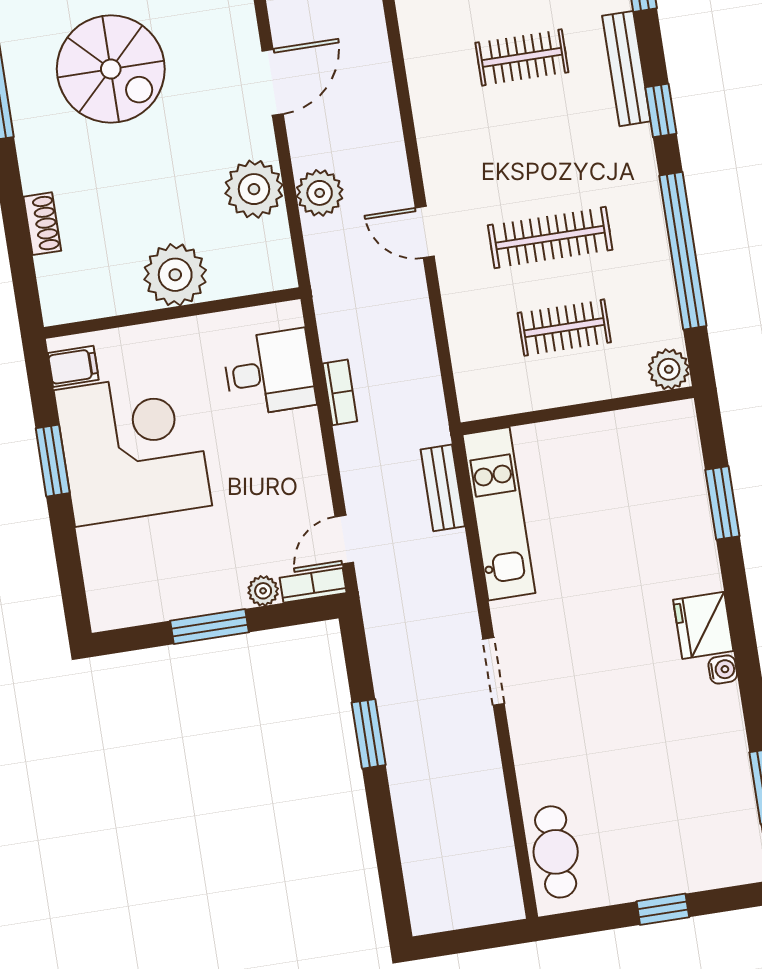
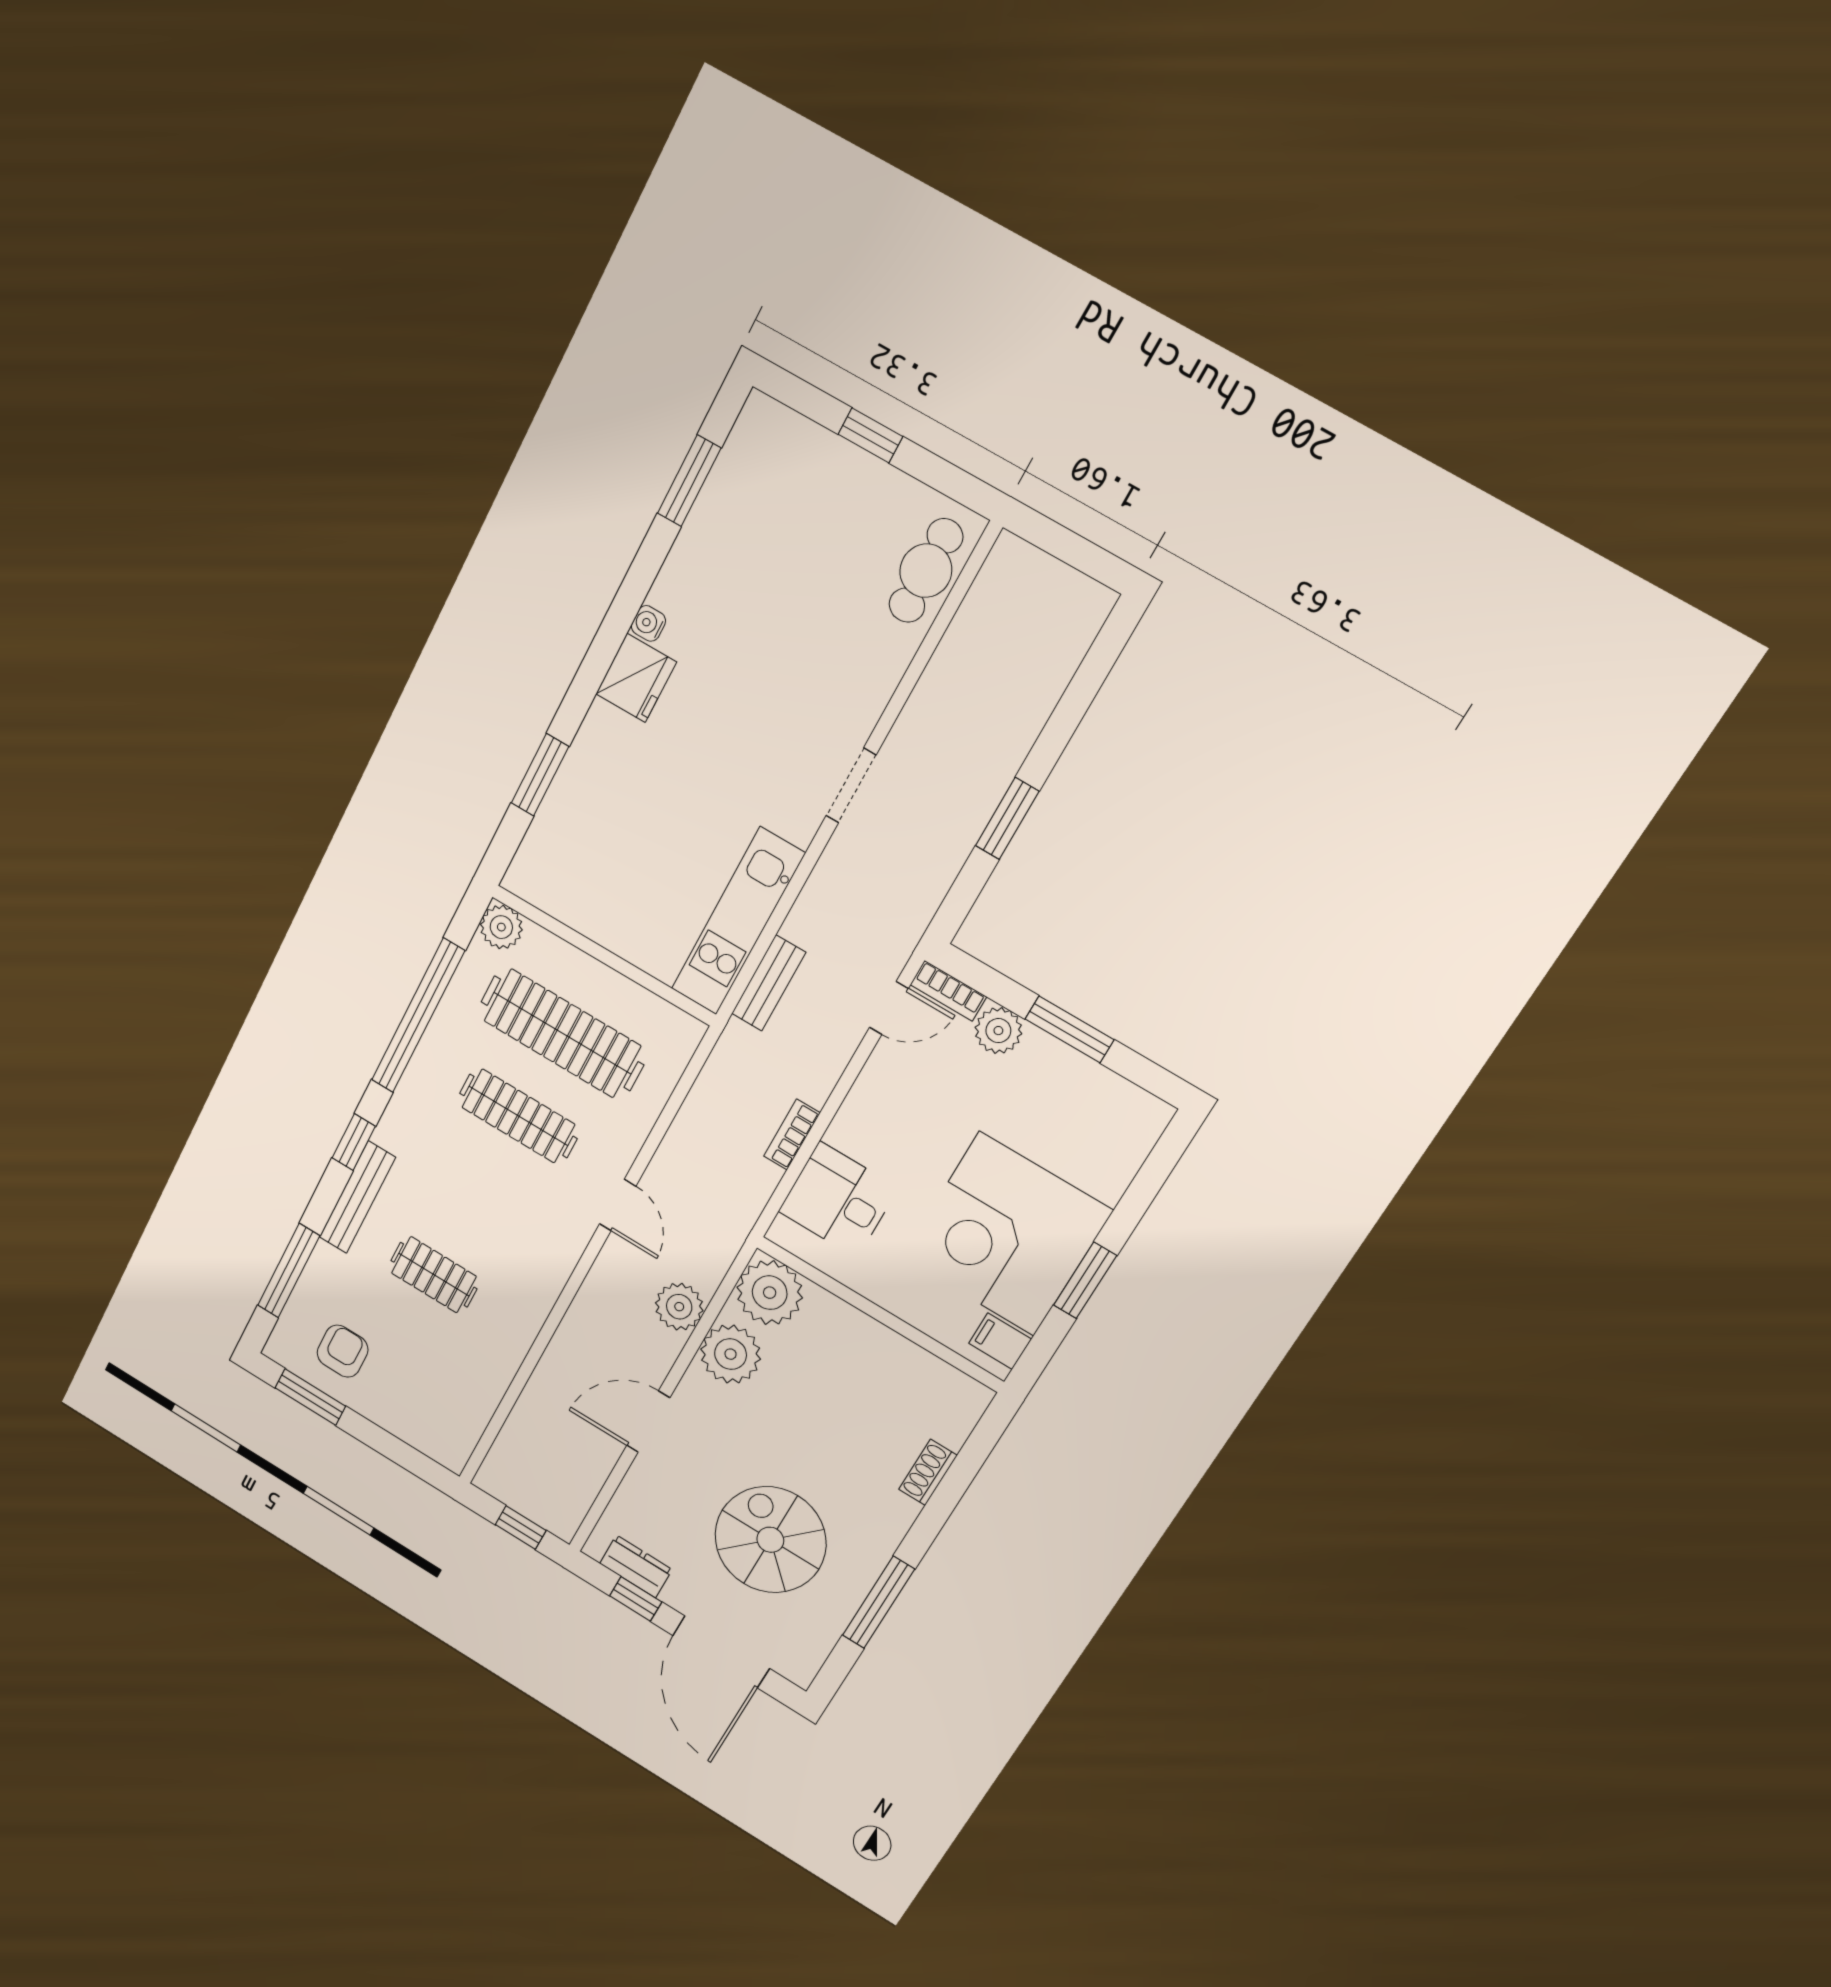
plant: (175, 275) -> (770, 1293), moved
clothes rail: (564, 328) -> (562, 1033), width x1.86, depth x1.31
plant: (263, 591) -> (998, 1031), width x1.38, depth x1.38

